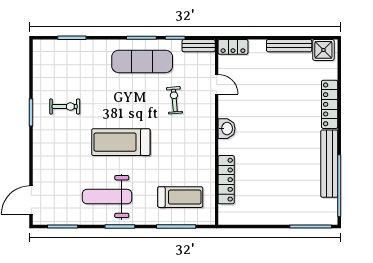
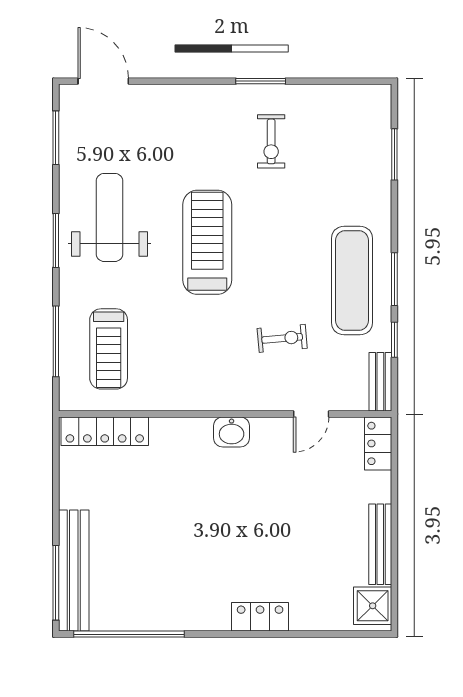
locker: (330, 104) -> (260, 617), width x0.66
bench: (329, 164) -> (74, 571), moved, turned 90
locker: (226, 180) -> (105, 431), moved

